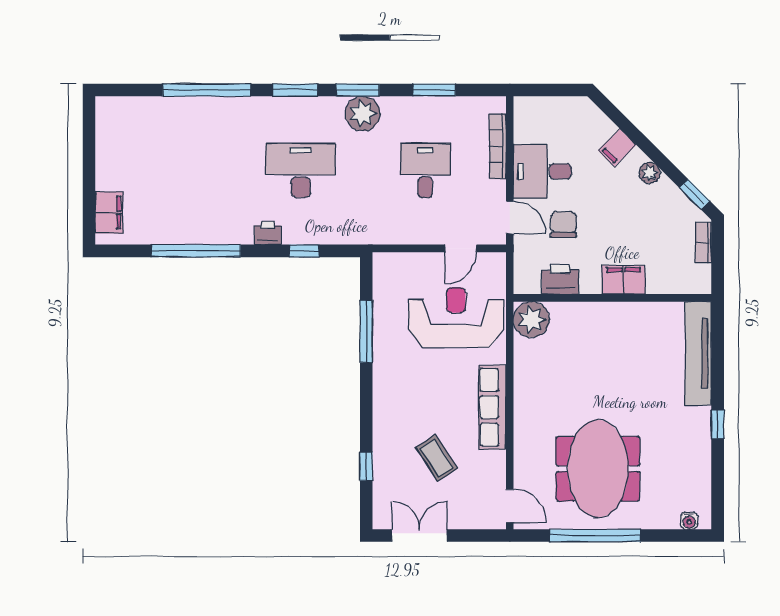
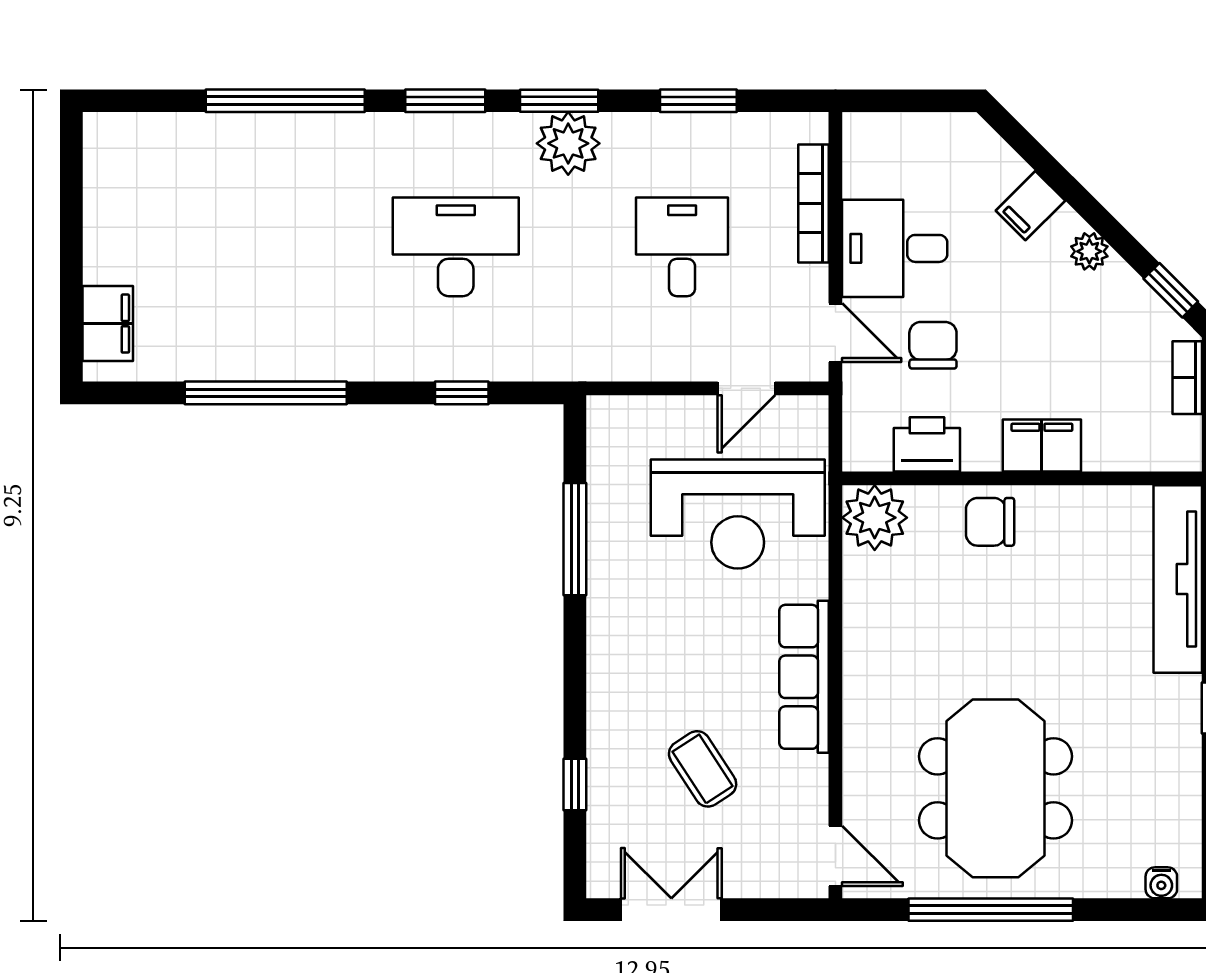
printer: (268, 233) -> (396, 360), removed
reception desk: (456, 318) -> (738, 514), turned 180
chair: (595, 322) -> (990, 522), added

